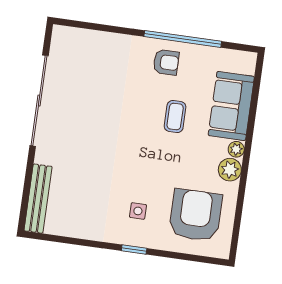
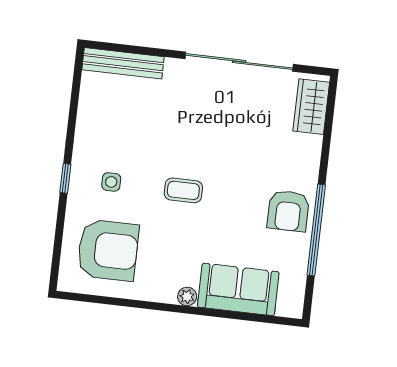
wardrobe: (79, 41) -> (311, 107), added
armchair: (166, 62) -> (288, 211), width x1.38, depth x1.38
coffee table: (175, 117) -> (183, 190), moved
plant: (230, 170) -> (163, 290), removed

